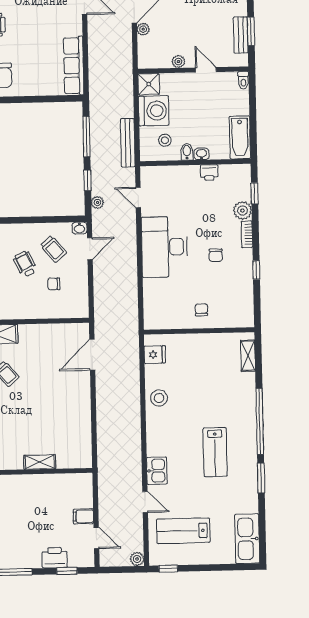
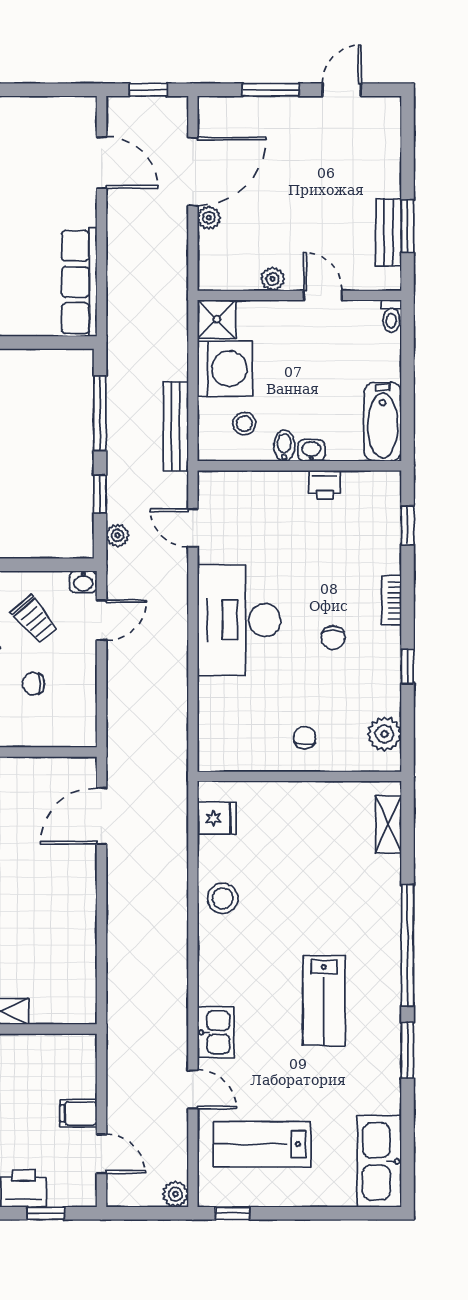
plant: (242, 210) -> (384, 734), moved

